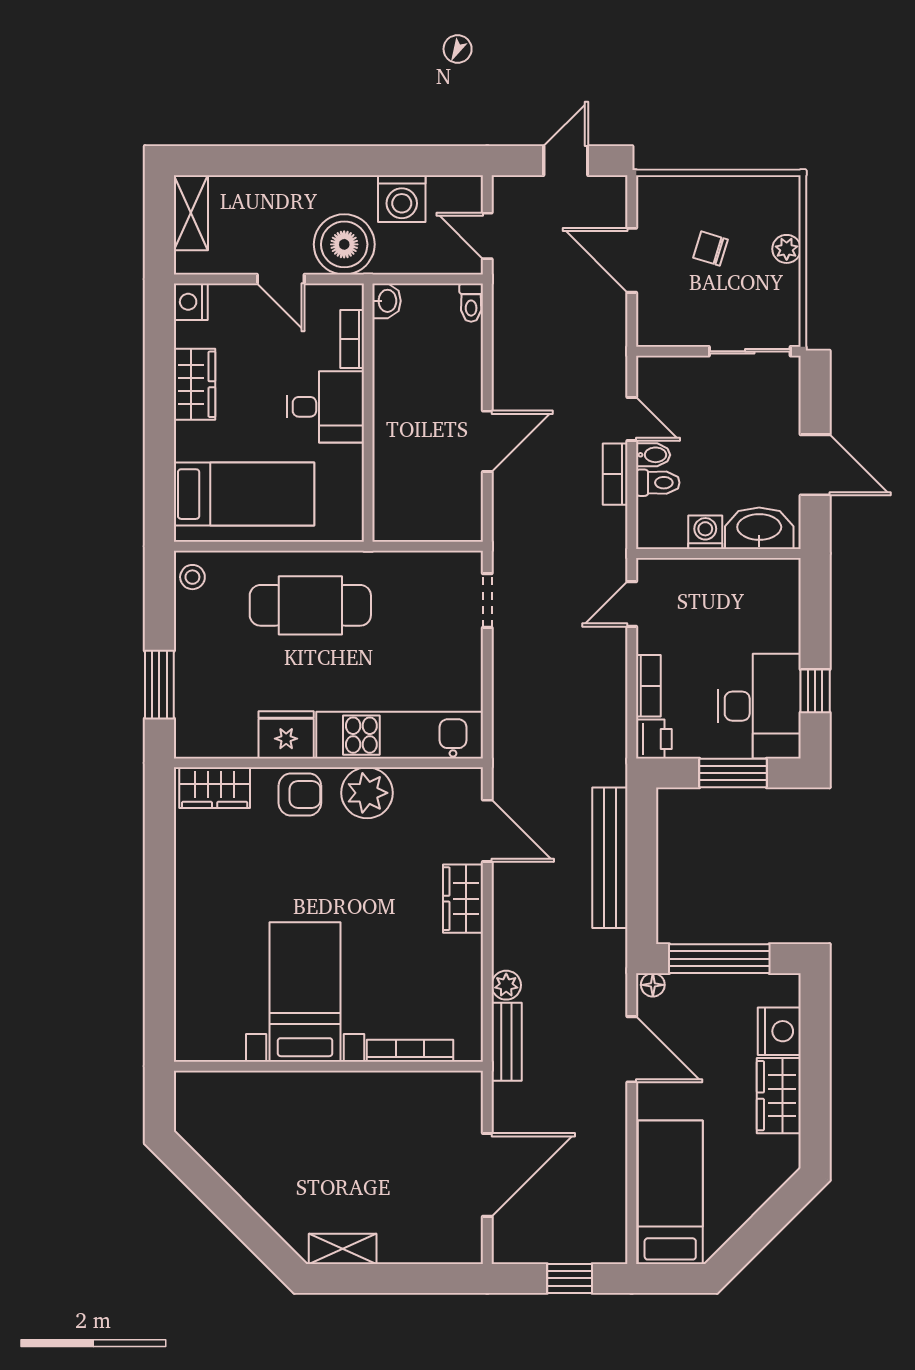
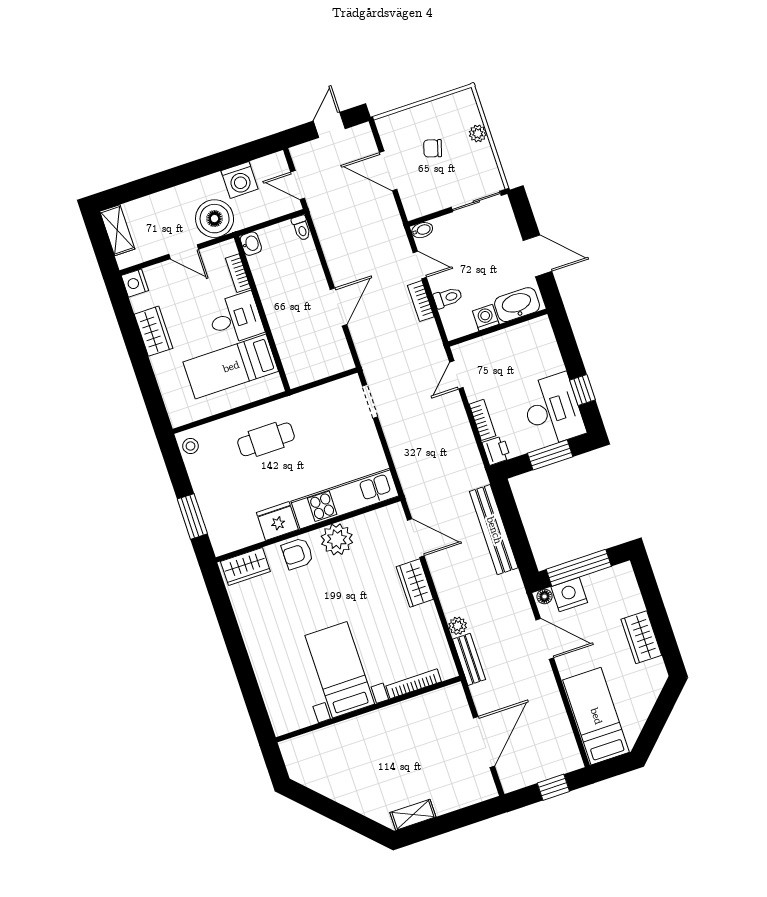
bidet: (653, 455) -> (422, 230), moved
bed: (244, 494) -> (231, 367), moved, turned 180
cafe table: (310, 605) -> (266, 439), width x0.73, depth x0.74
armchair: (300, 794) -> (297, 554), turned 180
nightstand: (779, 1031) -> (569, 595), moved, turned -90

